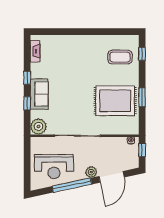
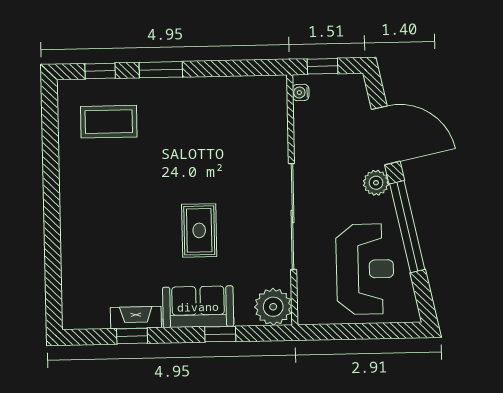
fireplace: (35, 51) -> (136, 318), moved
coffee table: (120, 57) -> (109, 122), turned 90
window: (27, 78) -> (132, 336), moved
window: (142, 97) -> (161, 70), moved
rug: (115, 101) -> (199, 230), moved, width x0.54, depth x0.49

